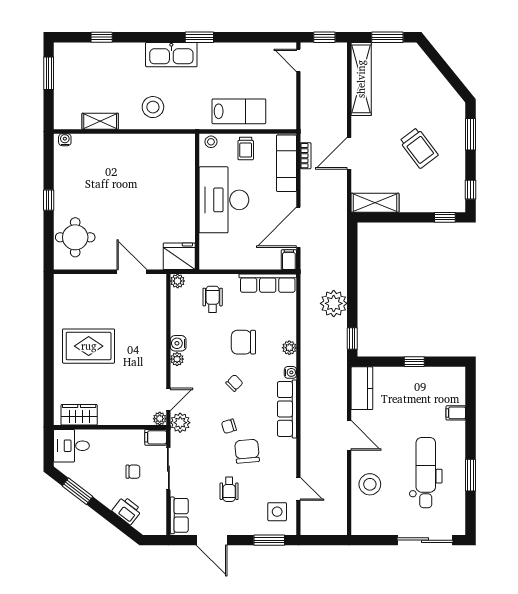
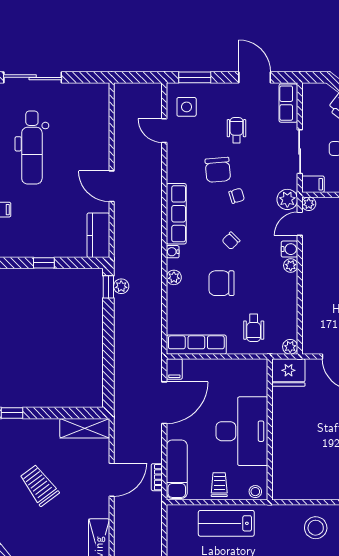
plant: (334, 303) -> (121, 286), moved, width x0.53, depth x0.53
chair: (243, 342) -> (221, 283), turned 180
water cooler: (178, 343) -> (289, 249), moved
stool: (370, 484) -> (90, 135), removed

